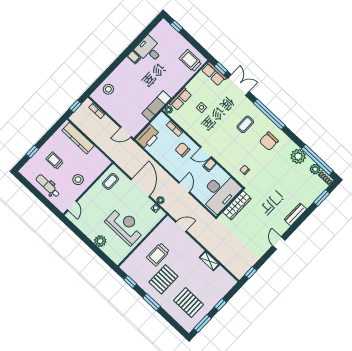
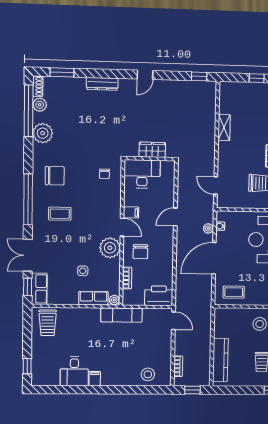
plant: (200, 135) -> (110, 248), added
desk: (220, 192) -> (142, 174), width x0.73, depth x0.77
wardrobe: (237, 205) -> (152, 150), width x0.67

